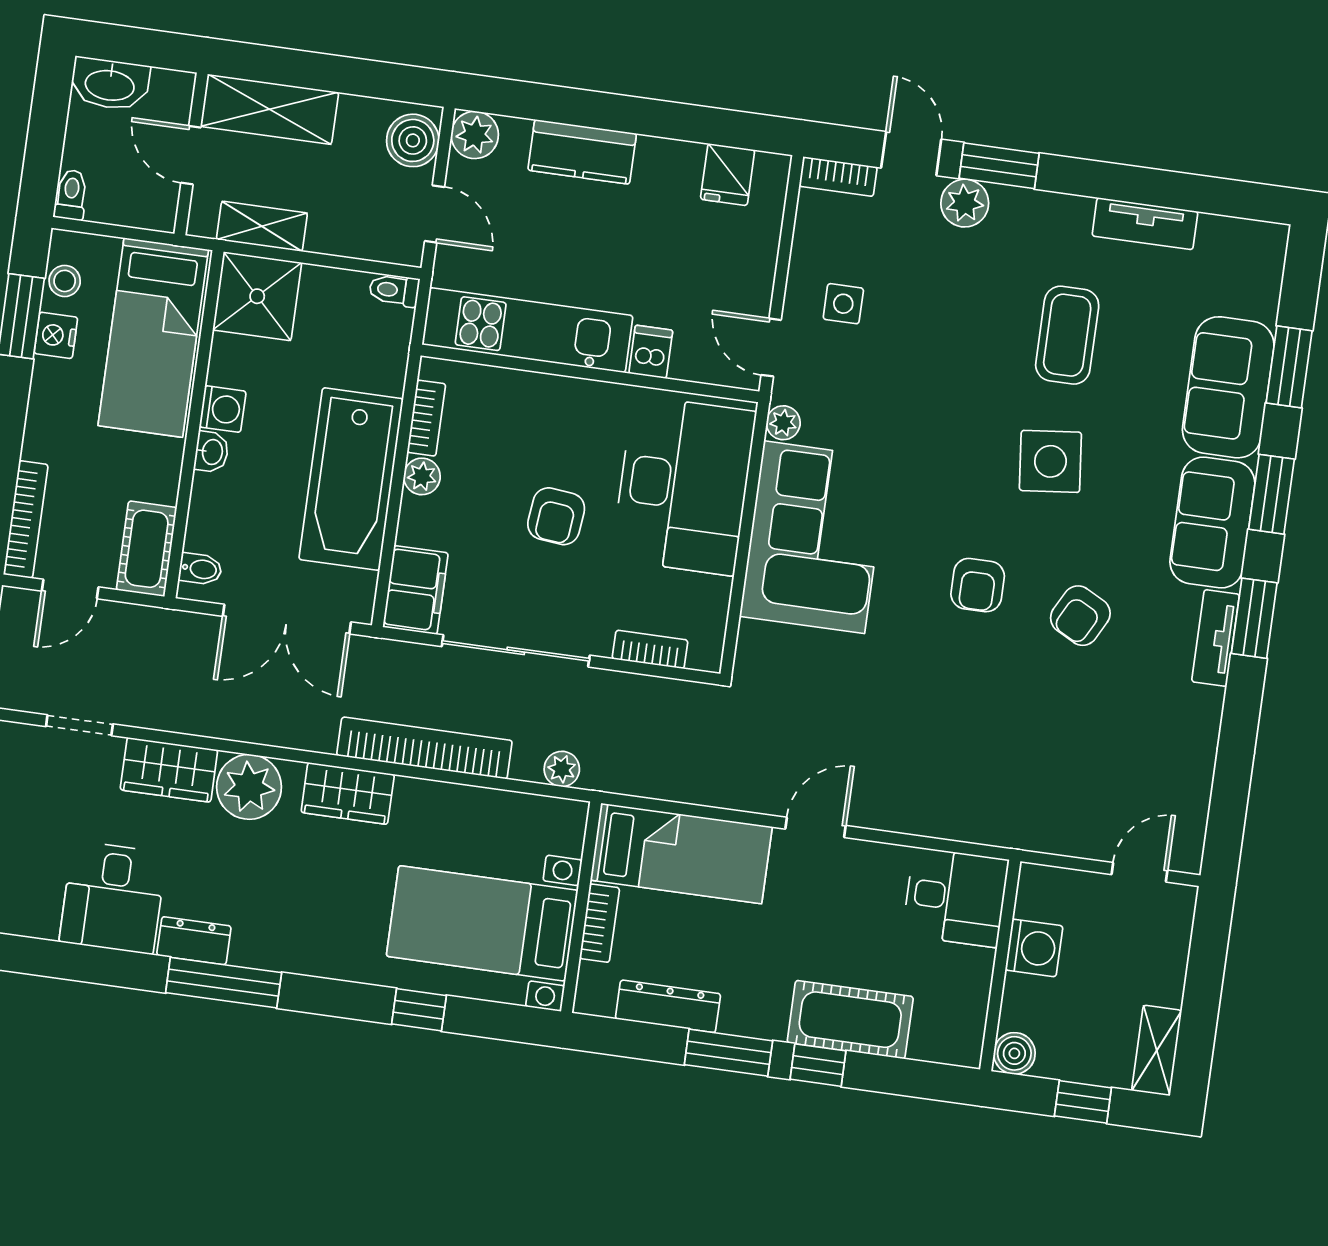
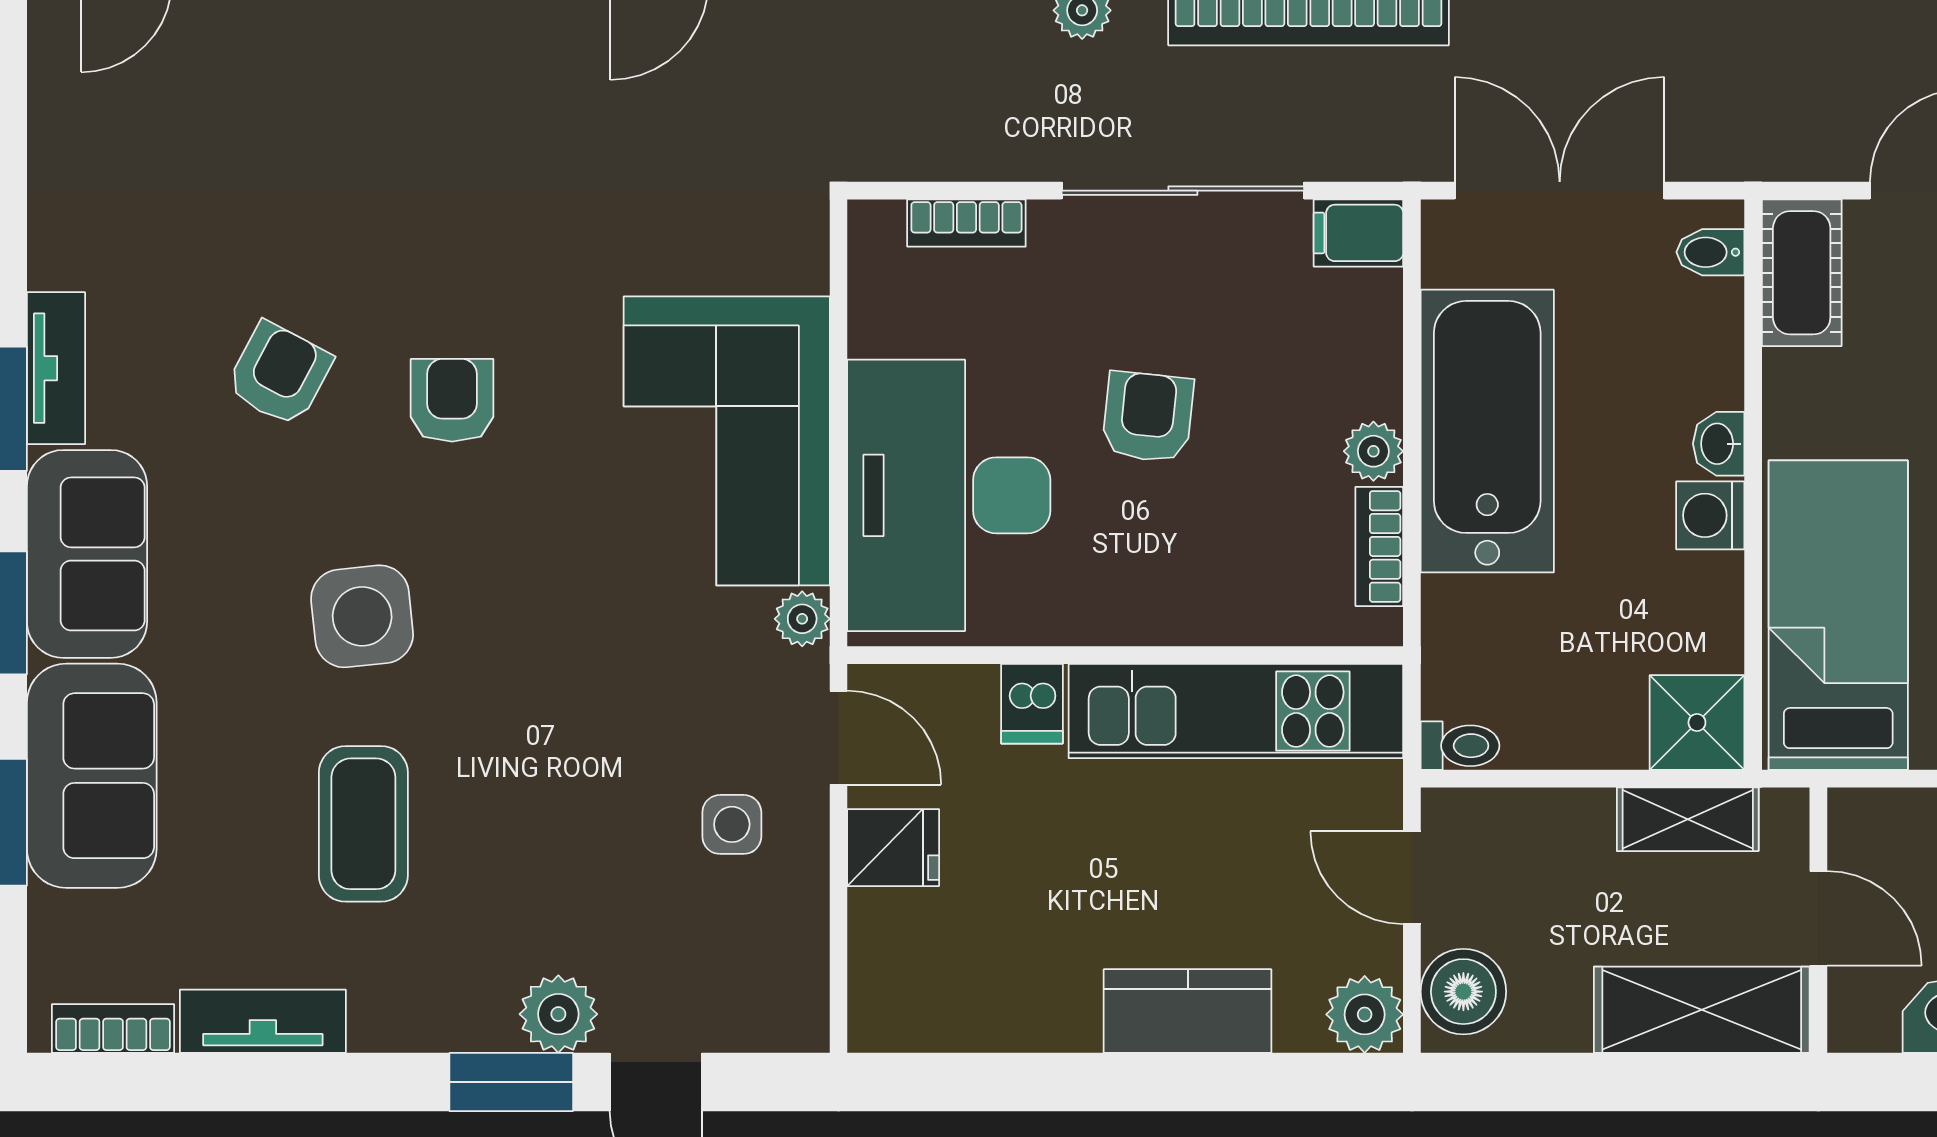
fridge: (728, 175) -> (893, 848), moved, turned 90
bookcase: (838, 177) -> (113, 1029), moved
shower: (257, 296) -> (1697, 723), width x0.73, depth x0.73
filing cabinet: (415, 590) -> (1358, 233), width x0.50

